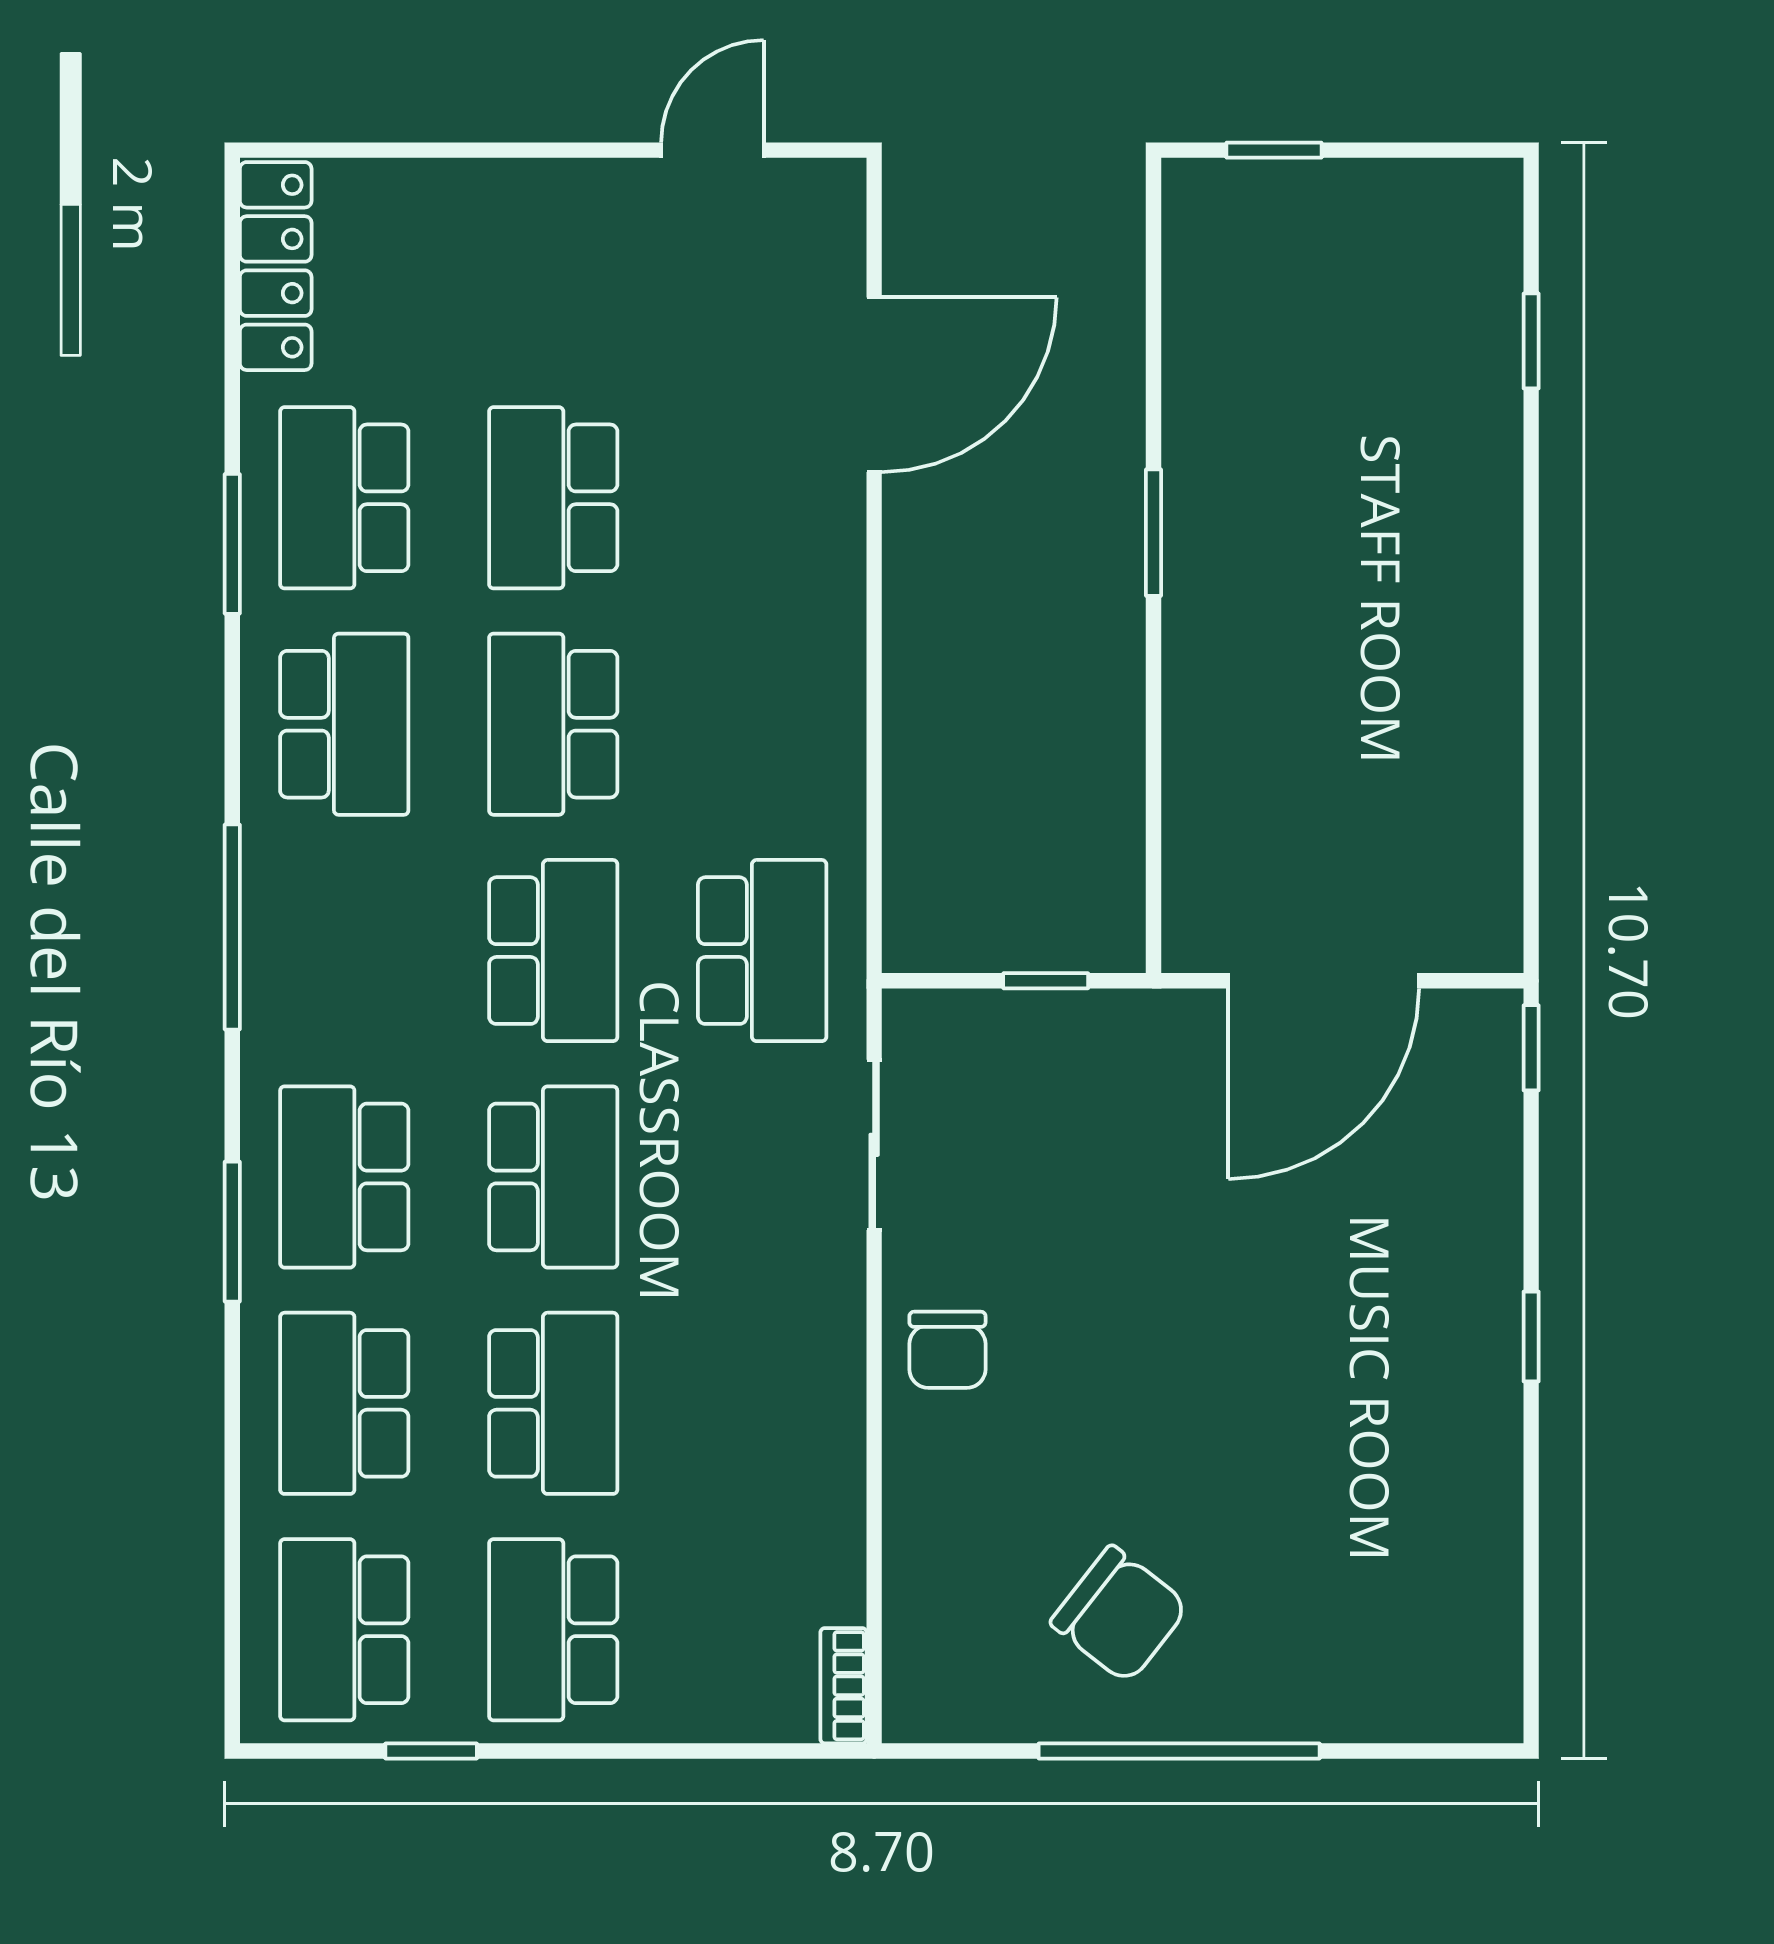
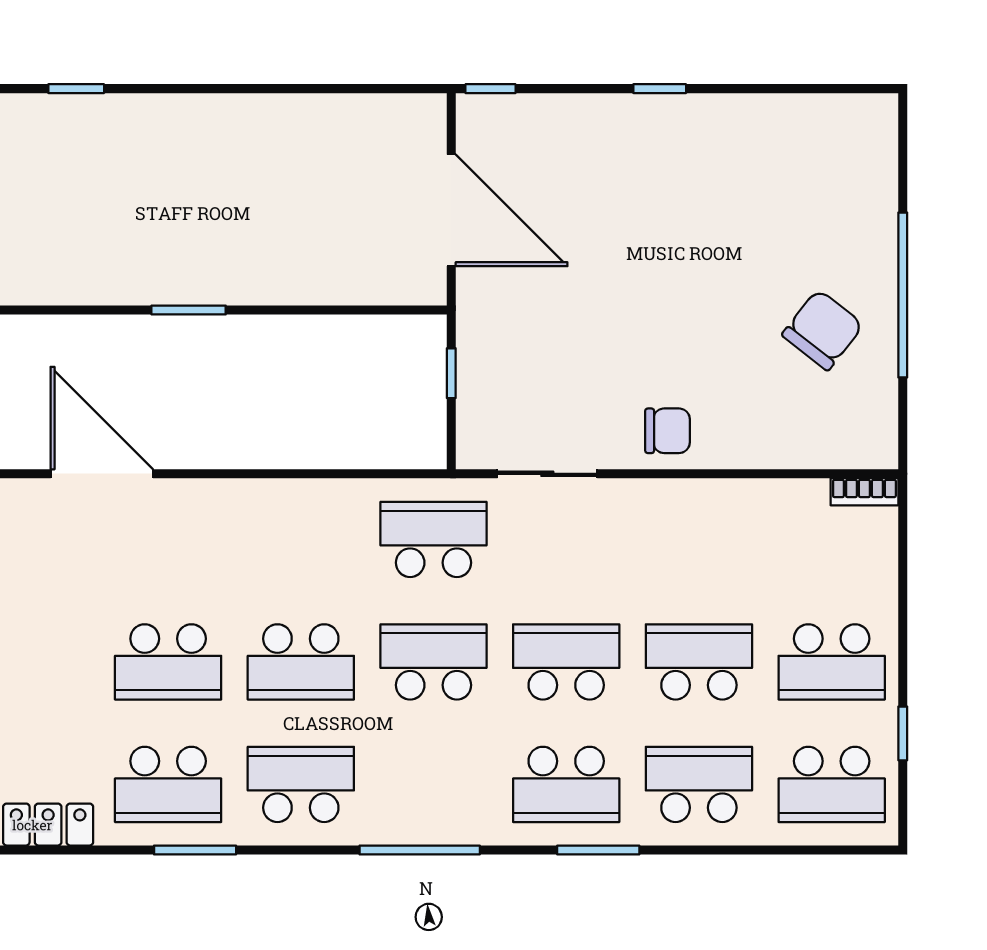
school desk: (344, 1403) -> (699, 784), turned 180

